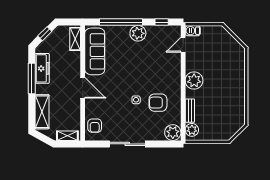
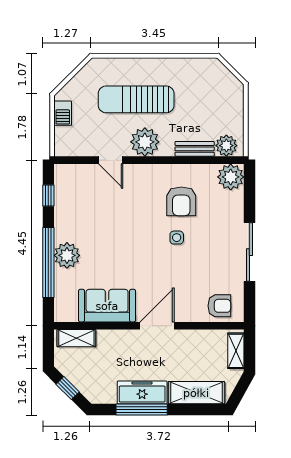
barbecue: (193, 31) -> (63, 113), moved
plant: (138, 33) -> (67, 255), moved
door: (183, 45) -> (111, 160), moved
sofa: (95, 51) -> (107, 306), width x0.73
freezer: (42, 68) -> (142, 392), moved
sun lounger: (220, 75) -> (136, 99), added

